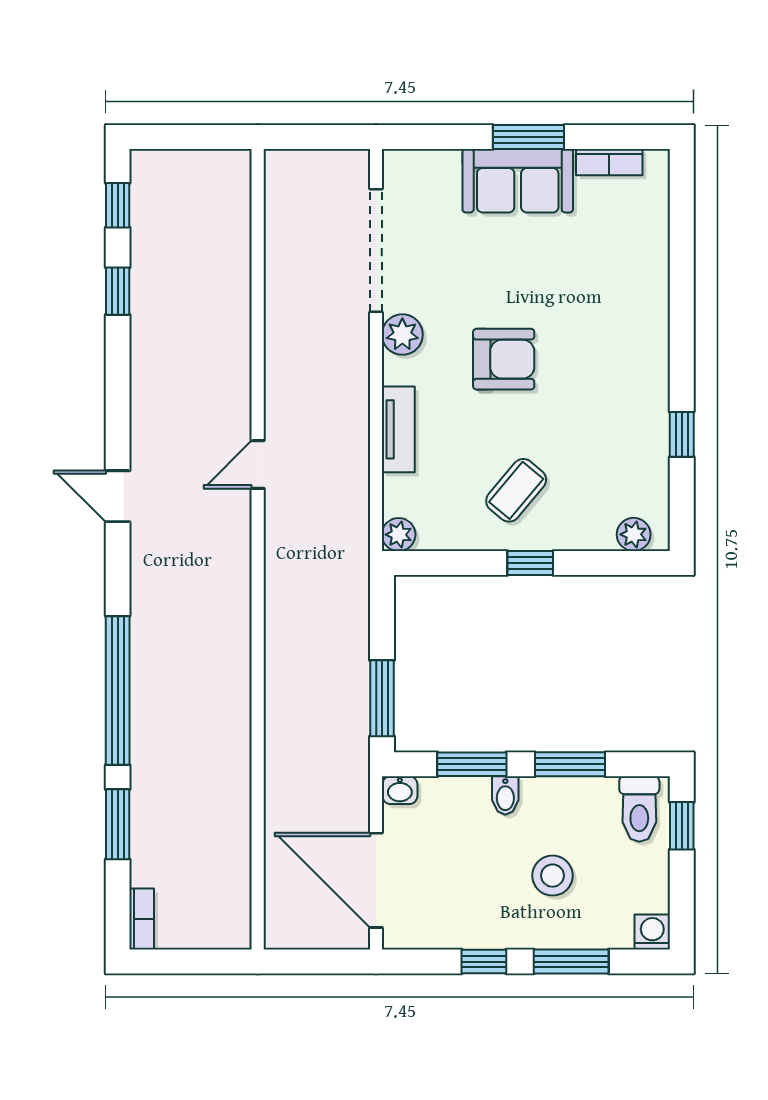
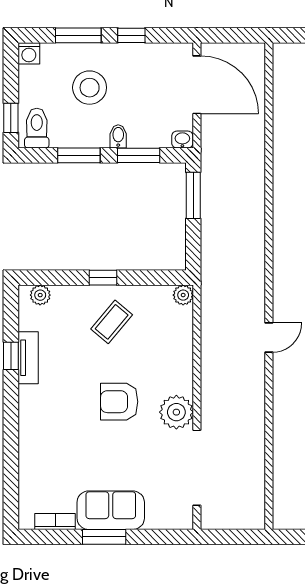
plant: (402, 335) -> (176, 412), width x1.36, depth x1.36
tv unit: (398, 429) -> (28, 358), moved, turned 180
stool: (552, 876) -> (90, 88), width x1.38, depth x1.38

